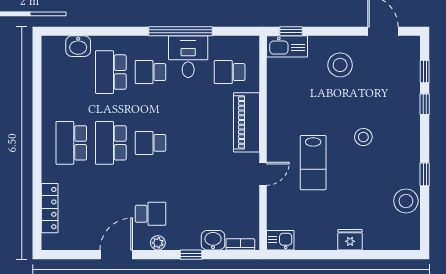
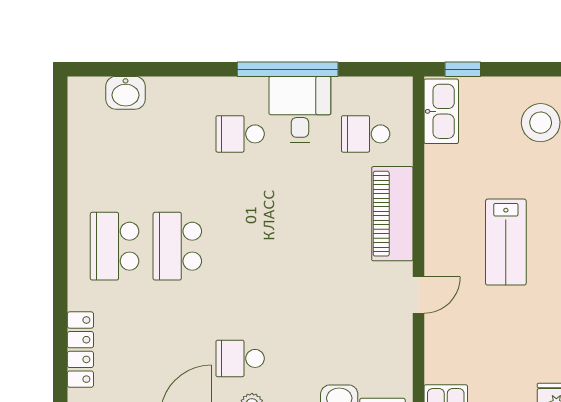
kitchen sink: (287, 46) -> (441, 111), moved, turned -90
school desk: (111, 72) -> (177, 134), removed
school desk: (150, 143) -> (240, 246), removed
lab bench: (313, 163) -> (506, 242), moved
school desk: (150, 214) -> (240, 358), turned 180

